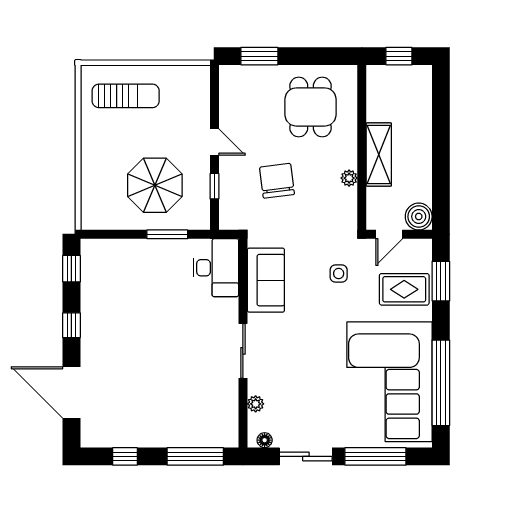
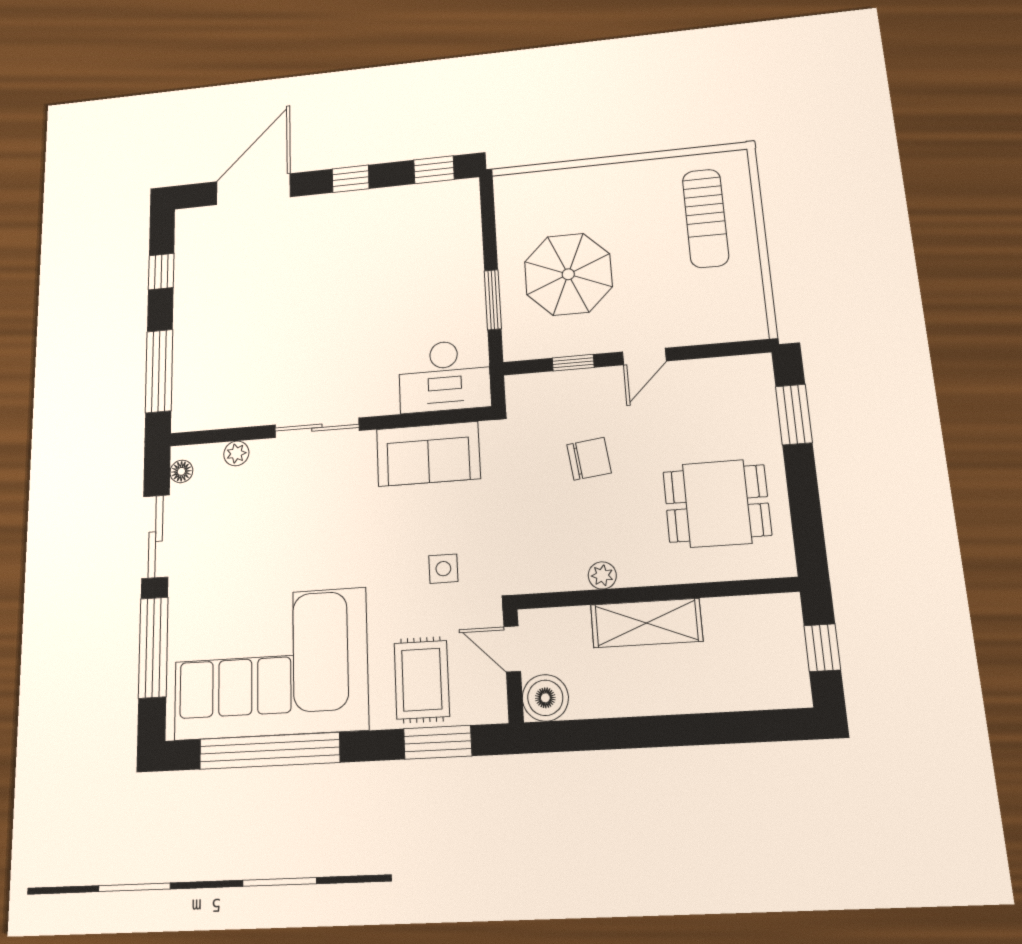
chair: (277, 181) -> (589, 459), width x0.73, depth x0.73

